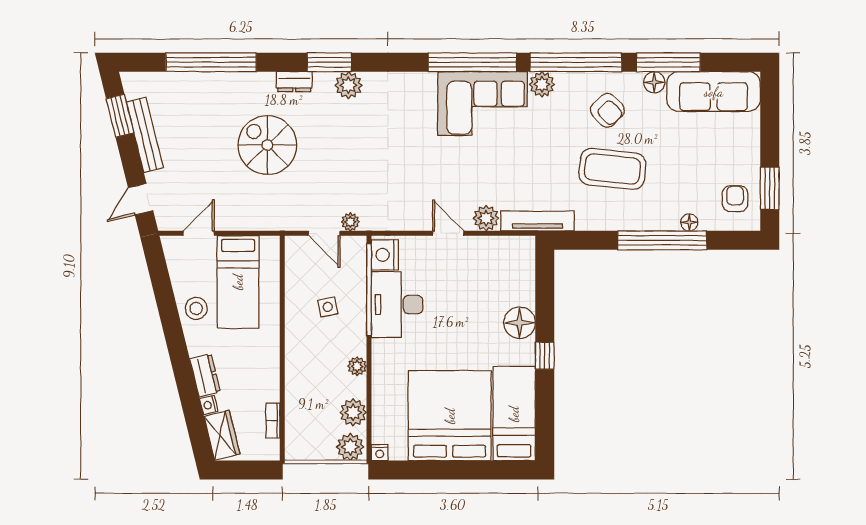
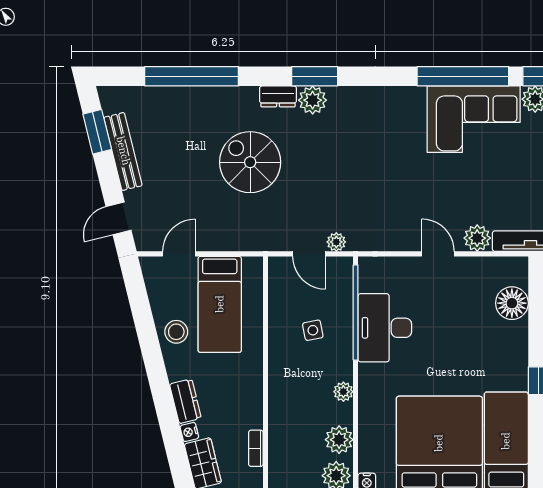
plant: (348, 85) -> (313, 100), moved
nightstand: (385, 255) -> (372, 276), removed
floor lamp: (520, 323) -> (512, 303), moved

